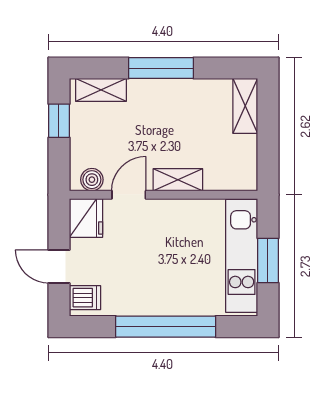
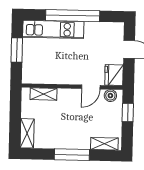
window: (59, 121) -> (128, 113), moved
shelving: (178, 180) -> (43, 94), moved
kitchen unit: (242, 256) -> (53, 29), moved, turned 90
dishwasher: (85, 298) -> (116, 32), removed

